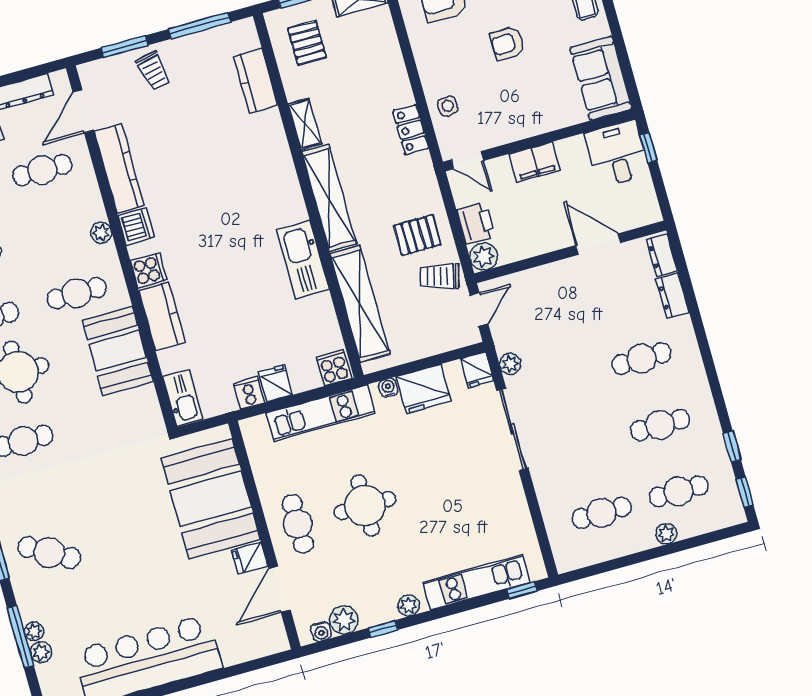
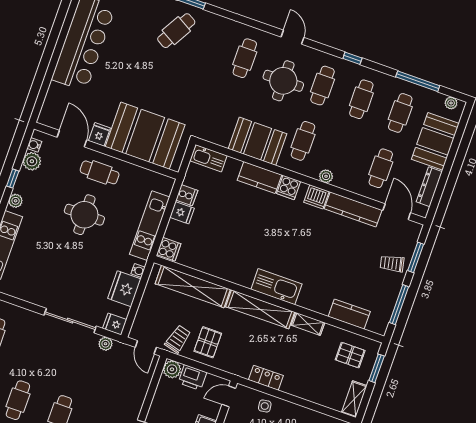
kitchen sink: (303, 259) -> (276, 287), moved

